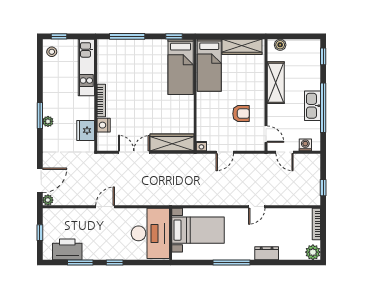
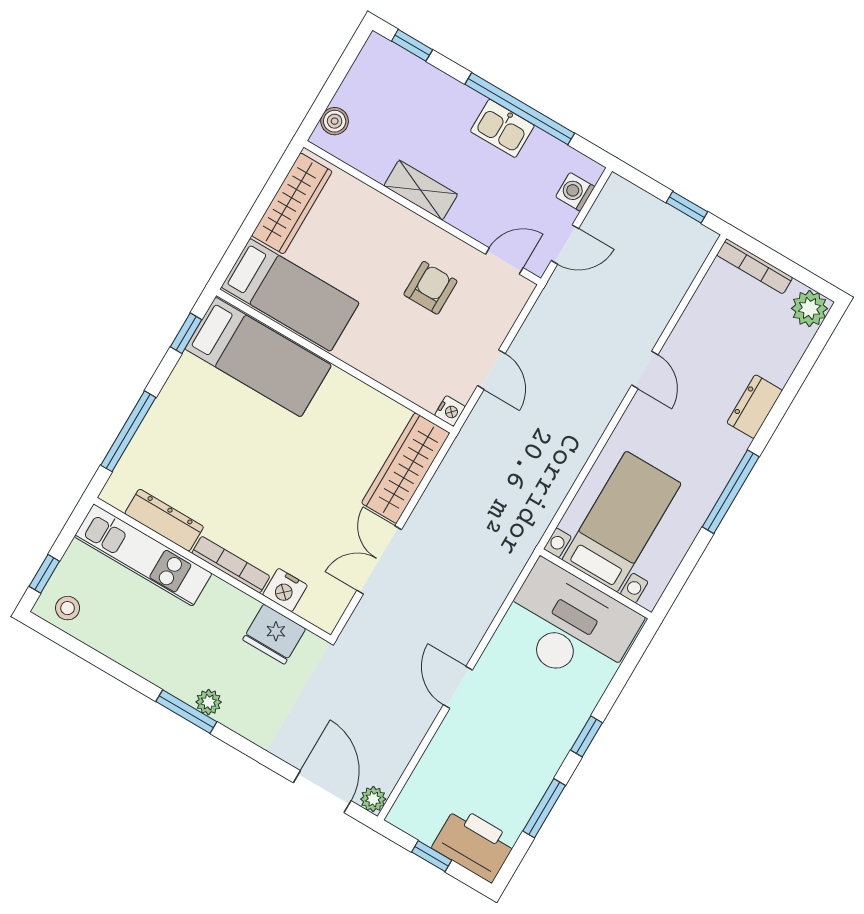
dresser: (103, 68) -> (164, 520), added
shelving: (276, 83) -> (421, 190), width x0.67, depth x0.75
kitchen sink: (313, 106) -> (502, 128), width x0.73
printer: (67, 249) -> (474, 844), moved, turned 90

